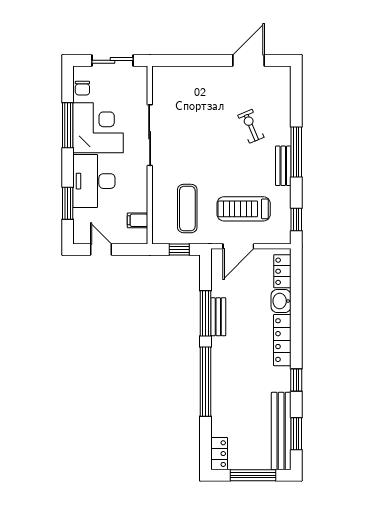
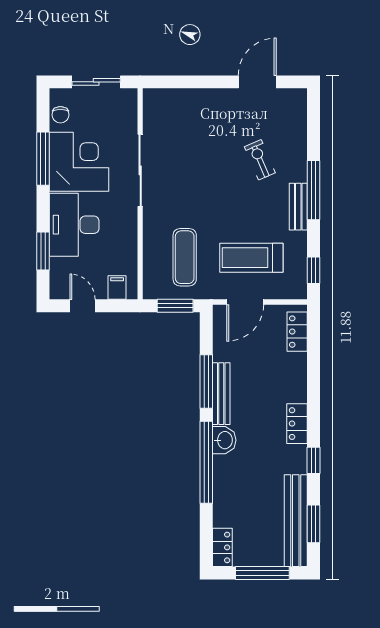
filing cabinet: (137, 220) -> (117, 288), moved, turned 90
window: (179, 250) -> (175, 306), width x1.50
washbasin: (281, 301) -> (224, 440), moved, turned 180
bench: (218, 317) -> (221, 394), width x1.36
locker: (282, 340) -> (297, 424), width x0.66

